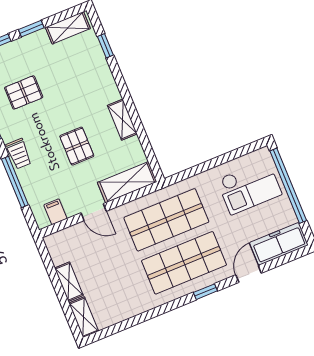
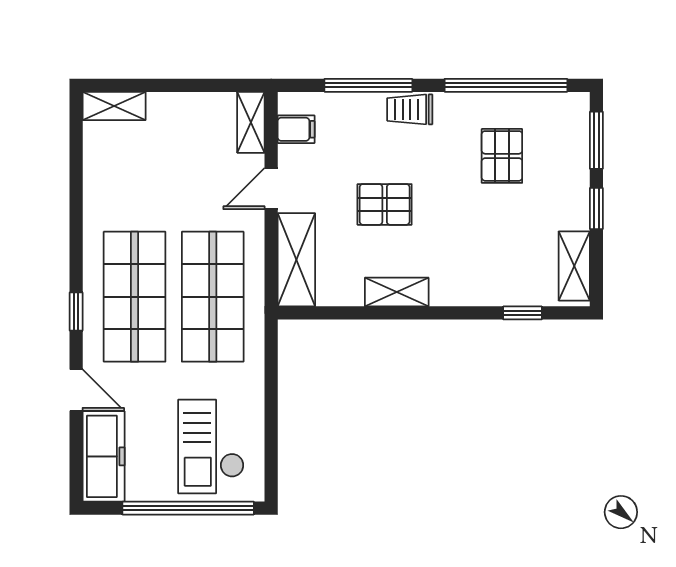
shelving: (69, 282) -> (251, 122), moved, turned 90

